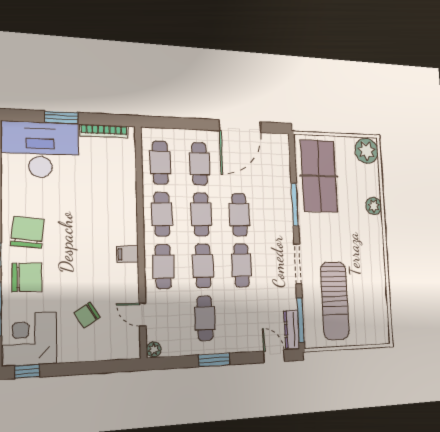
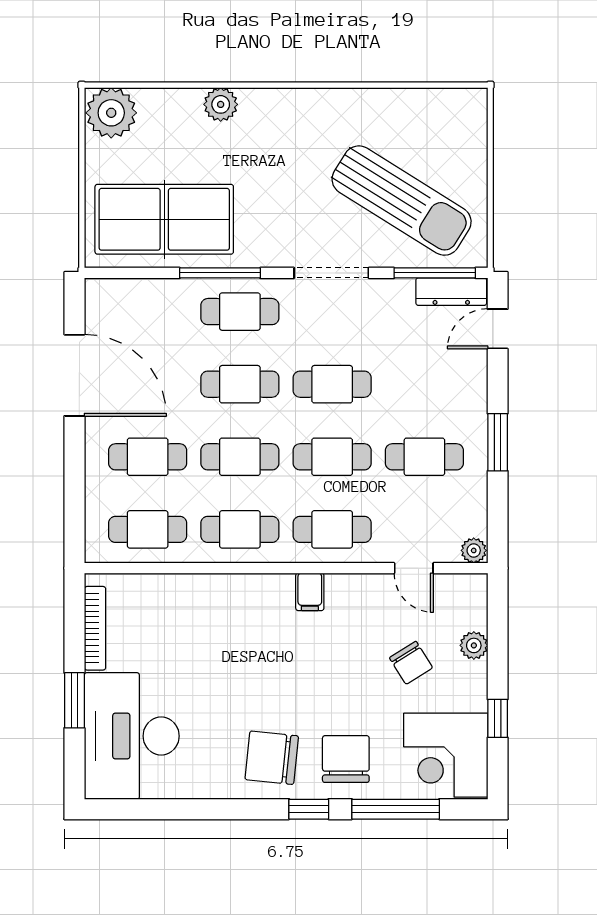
cafe table: (276, 215) -> (240, 312), added
sun lounger: (335, 301) -> (402, 201), turned 32
door: (143, 315) -> (414, 568), hinge flipped
plant: (98, 353) -> (474, 645), added
window: (27, 371) -> (498, 718), moved

